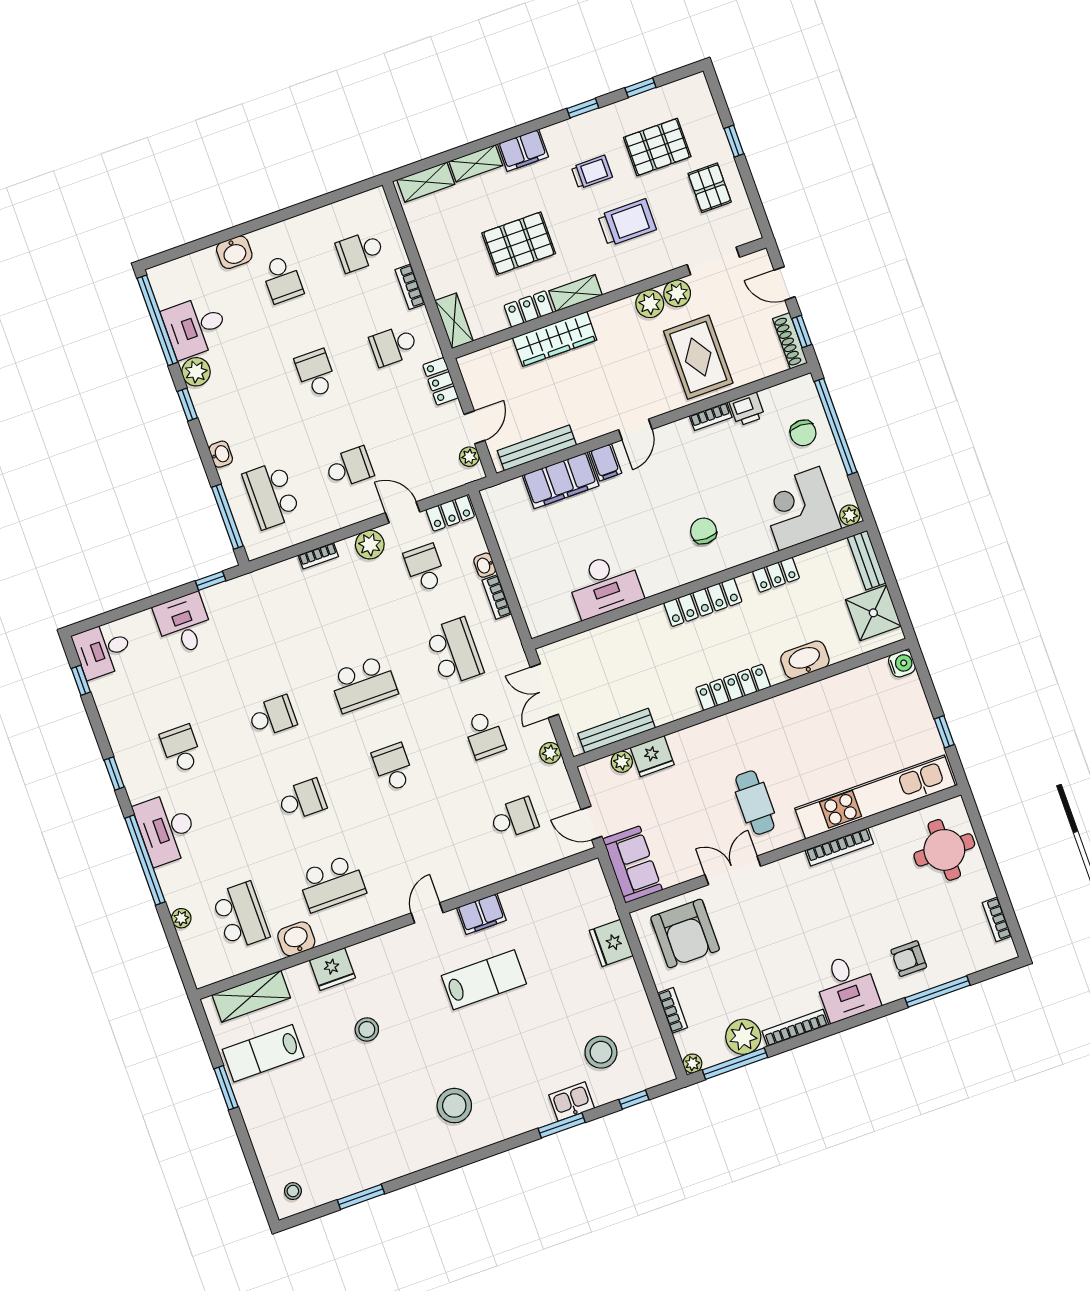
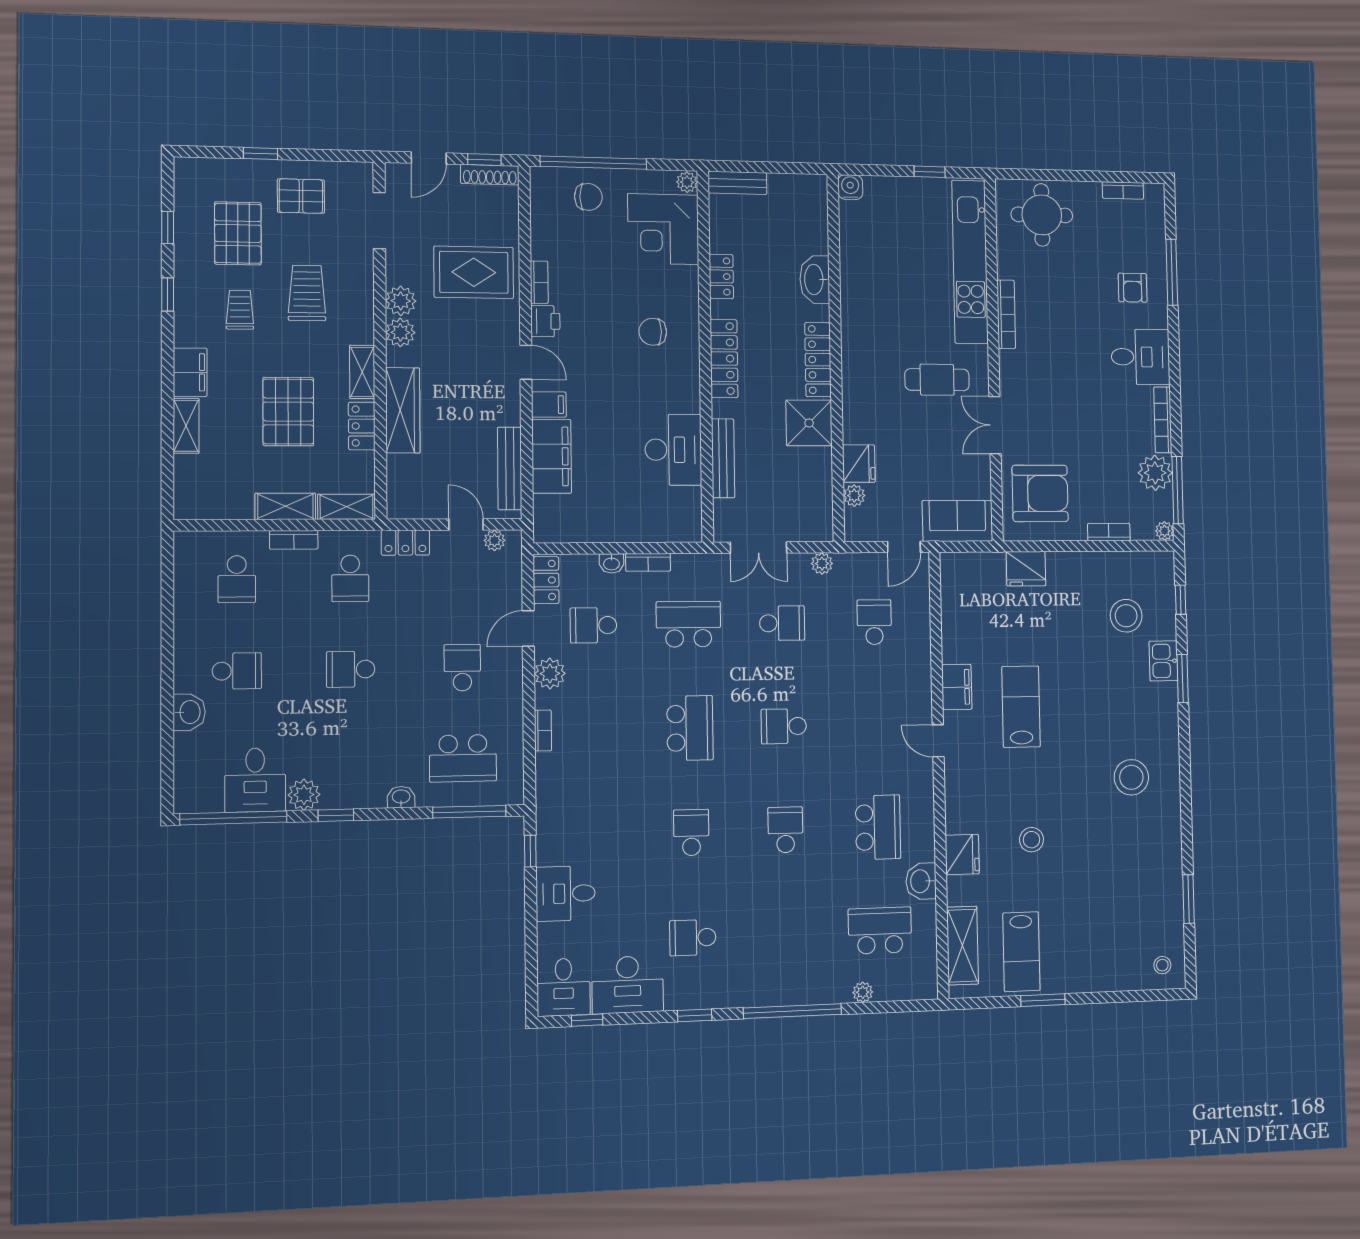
shelving: (426, 182) -> (285, 506), moved, turned 90
plant: (677, 293) -> (400, 332), moved
printer: (747, 409) -> (545, 321), moved
shower: (873, 613) -> (809, 423), moved
bench: (617, 731) -> (723, 458), moved
desk: (166, 829) -> (628, 985), moved

